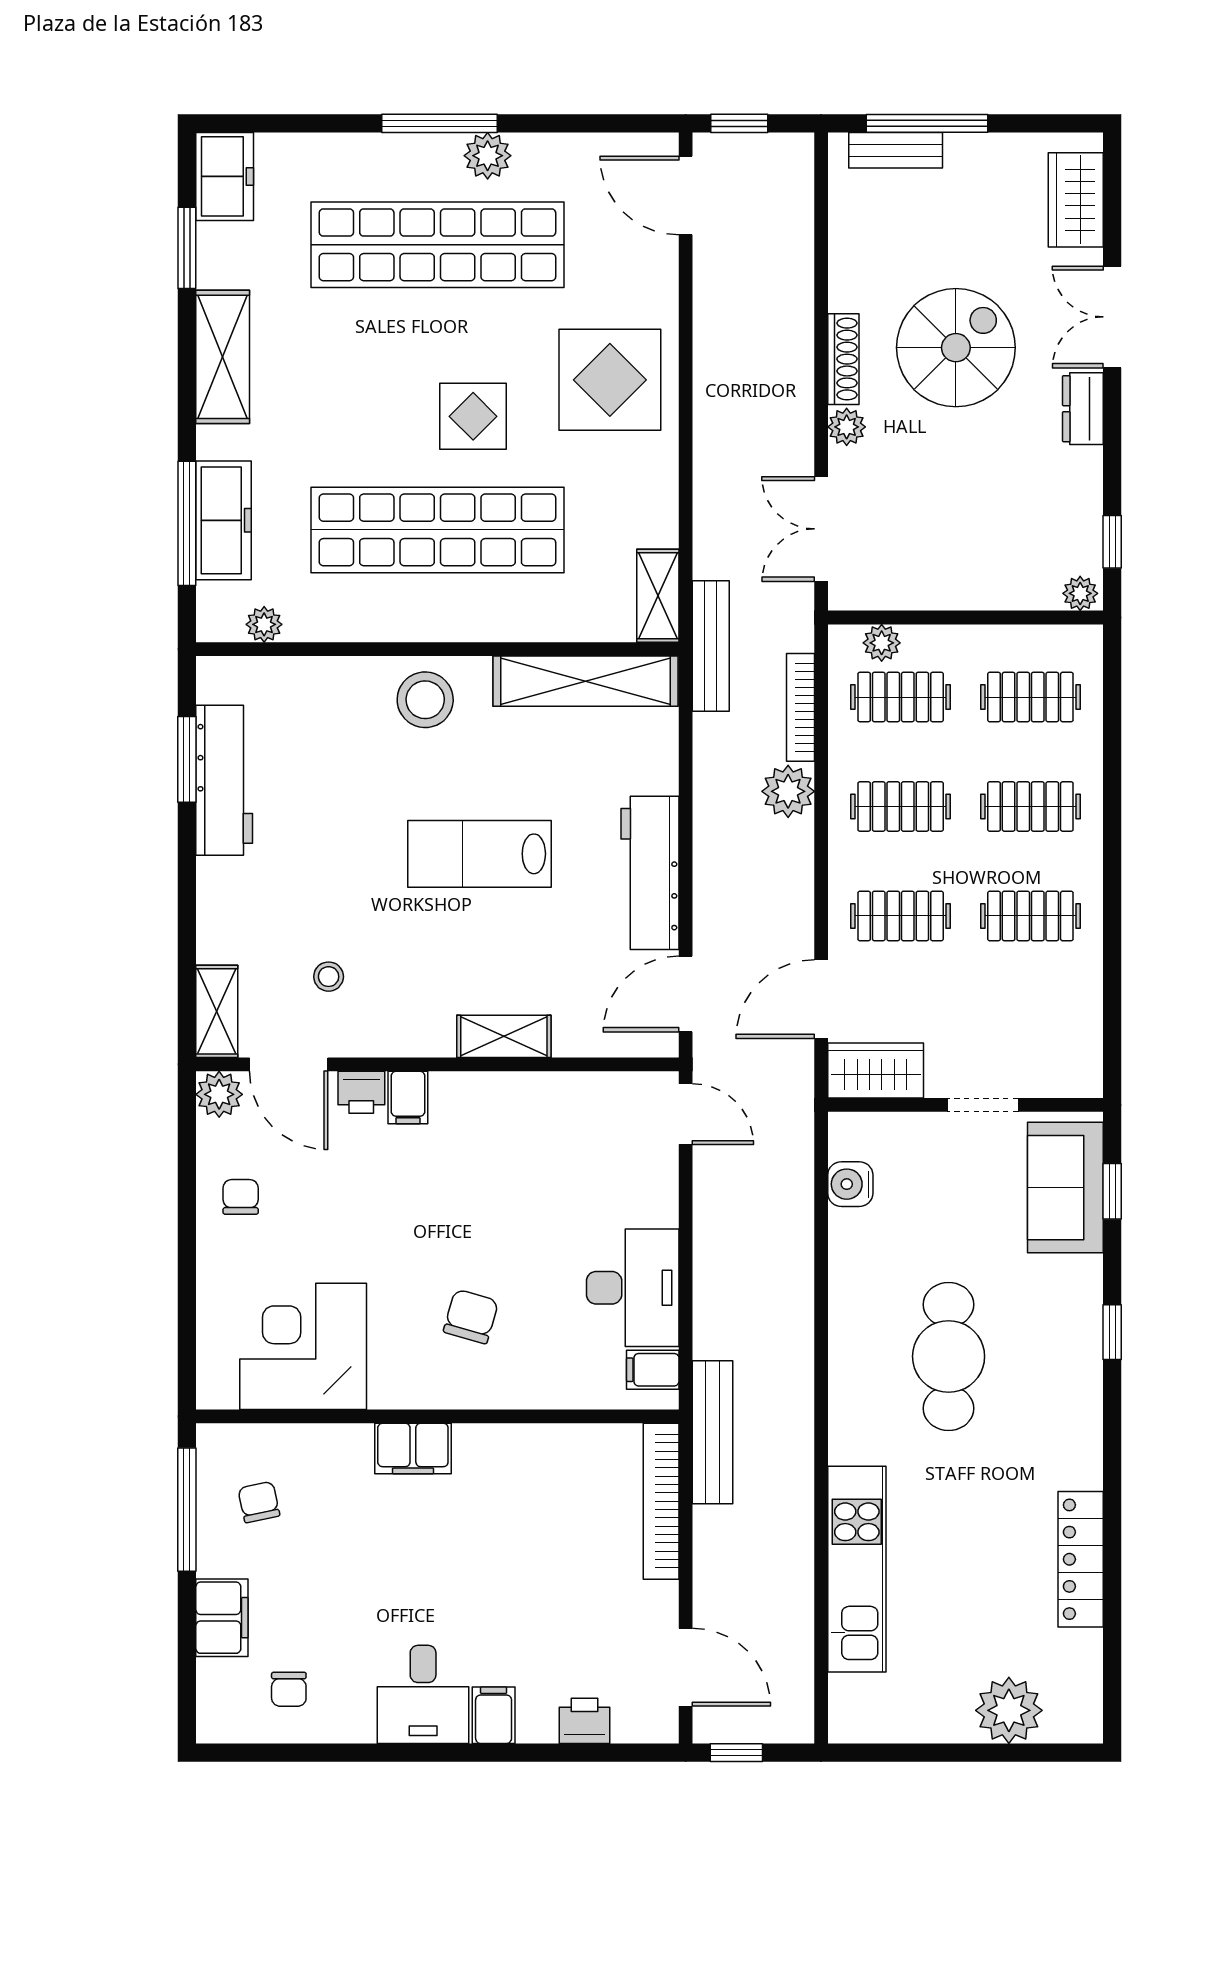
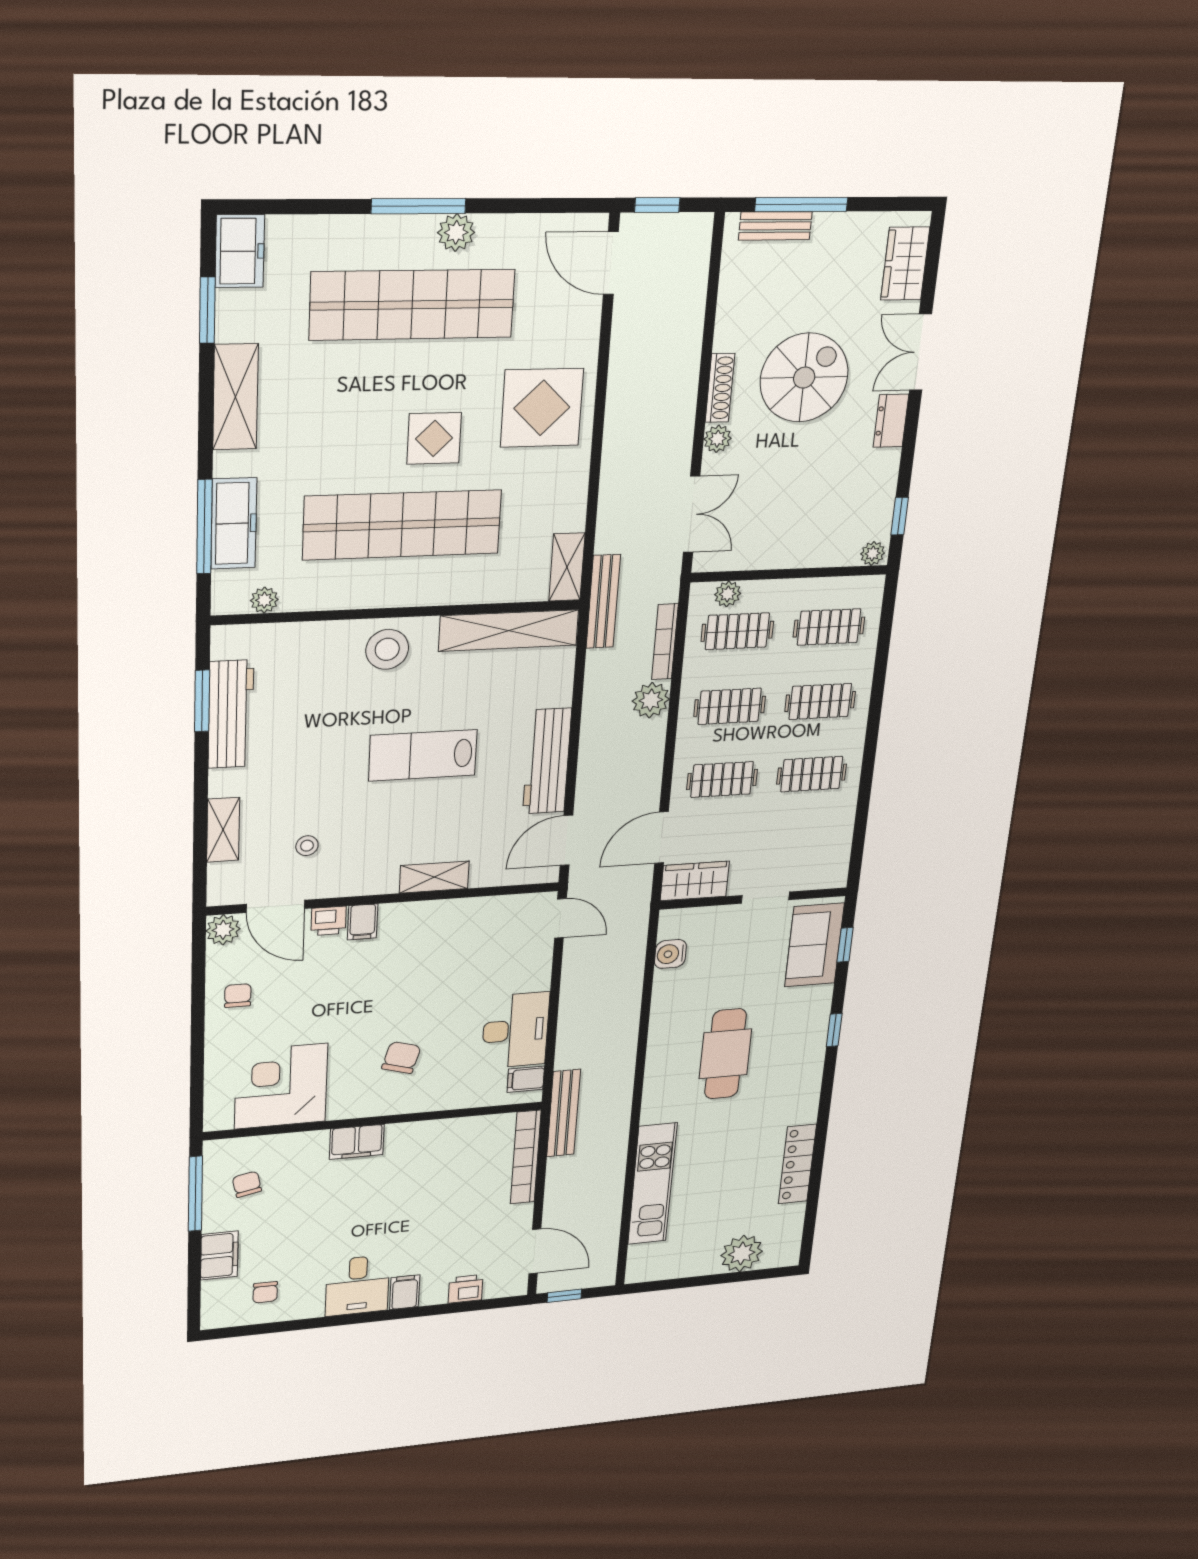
double door: (821, 529) -> (692, 514), swing flipped
shelving: (217, 1011) -> (223, 830), moved

